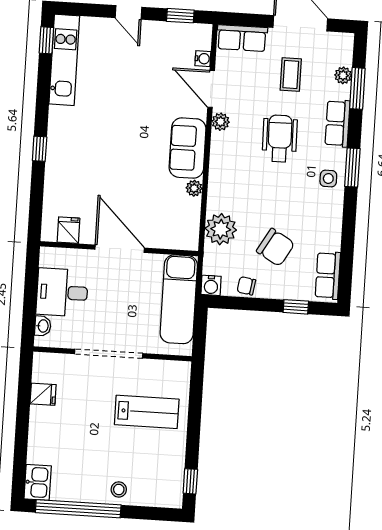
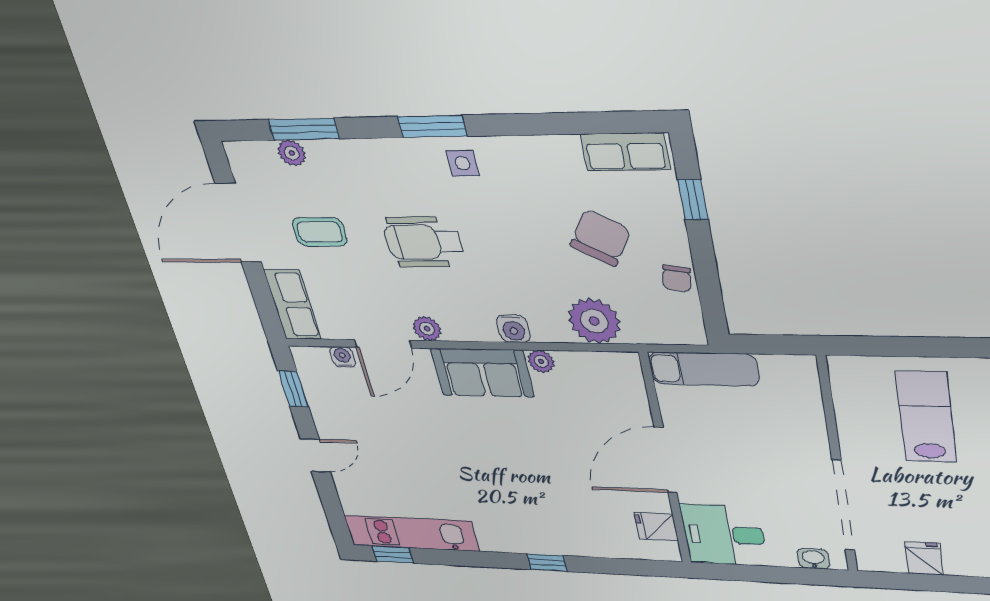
row of seats: (337, 123) -> (370, 156), removed
water cooler: (211, 285) -> (513, 329), moved, turned 90
desk: (62, 292) -> (724, 535), moved, turned 90
exam couch: (179, 299) -> (704, 369), width x0.73, depth x0.69
doorway: (109, 354) -> (843, 505), moved

